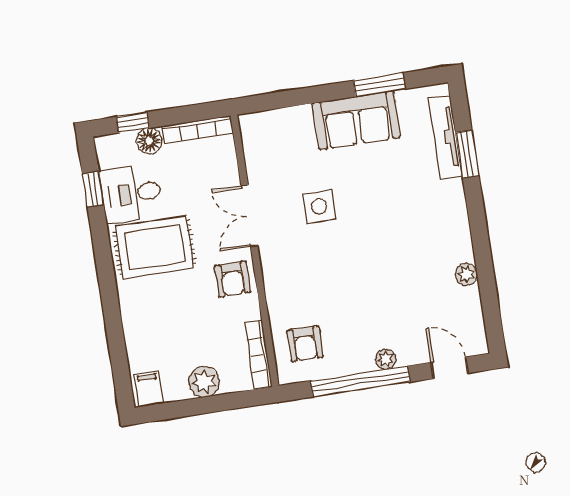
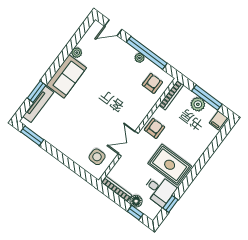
window: (379, 85) -> (32, 136), moved
sofa: (357, 120) -> (66, 76), moved, turned 90
side table: (319, 206) -> (97, 157), moved
double door: (249, 216) -> (128, 144), swing flipped
plant: (386, 359) -> (139, 58), moved
door: (450, 368) -> (113, 28), hinge flipped
window: (201, 406) -> (207, 98), added

